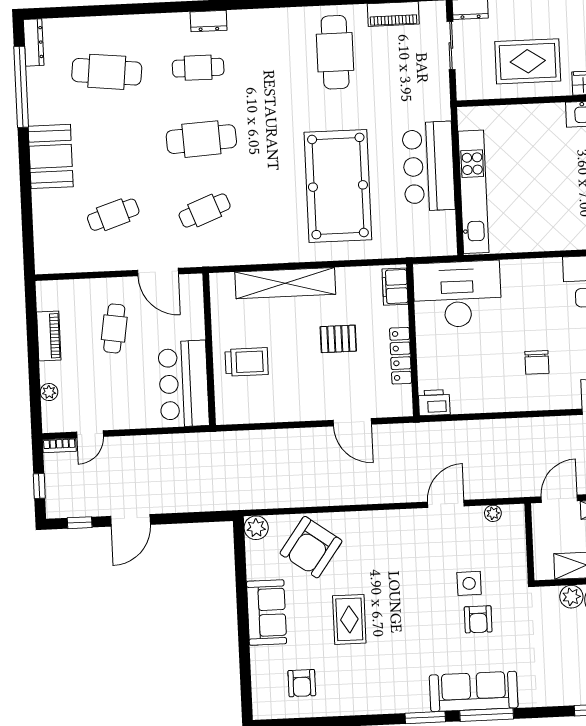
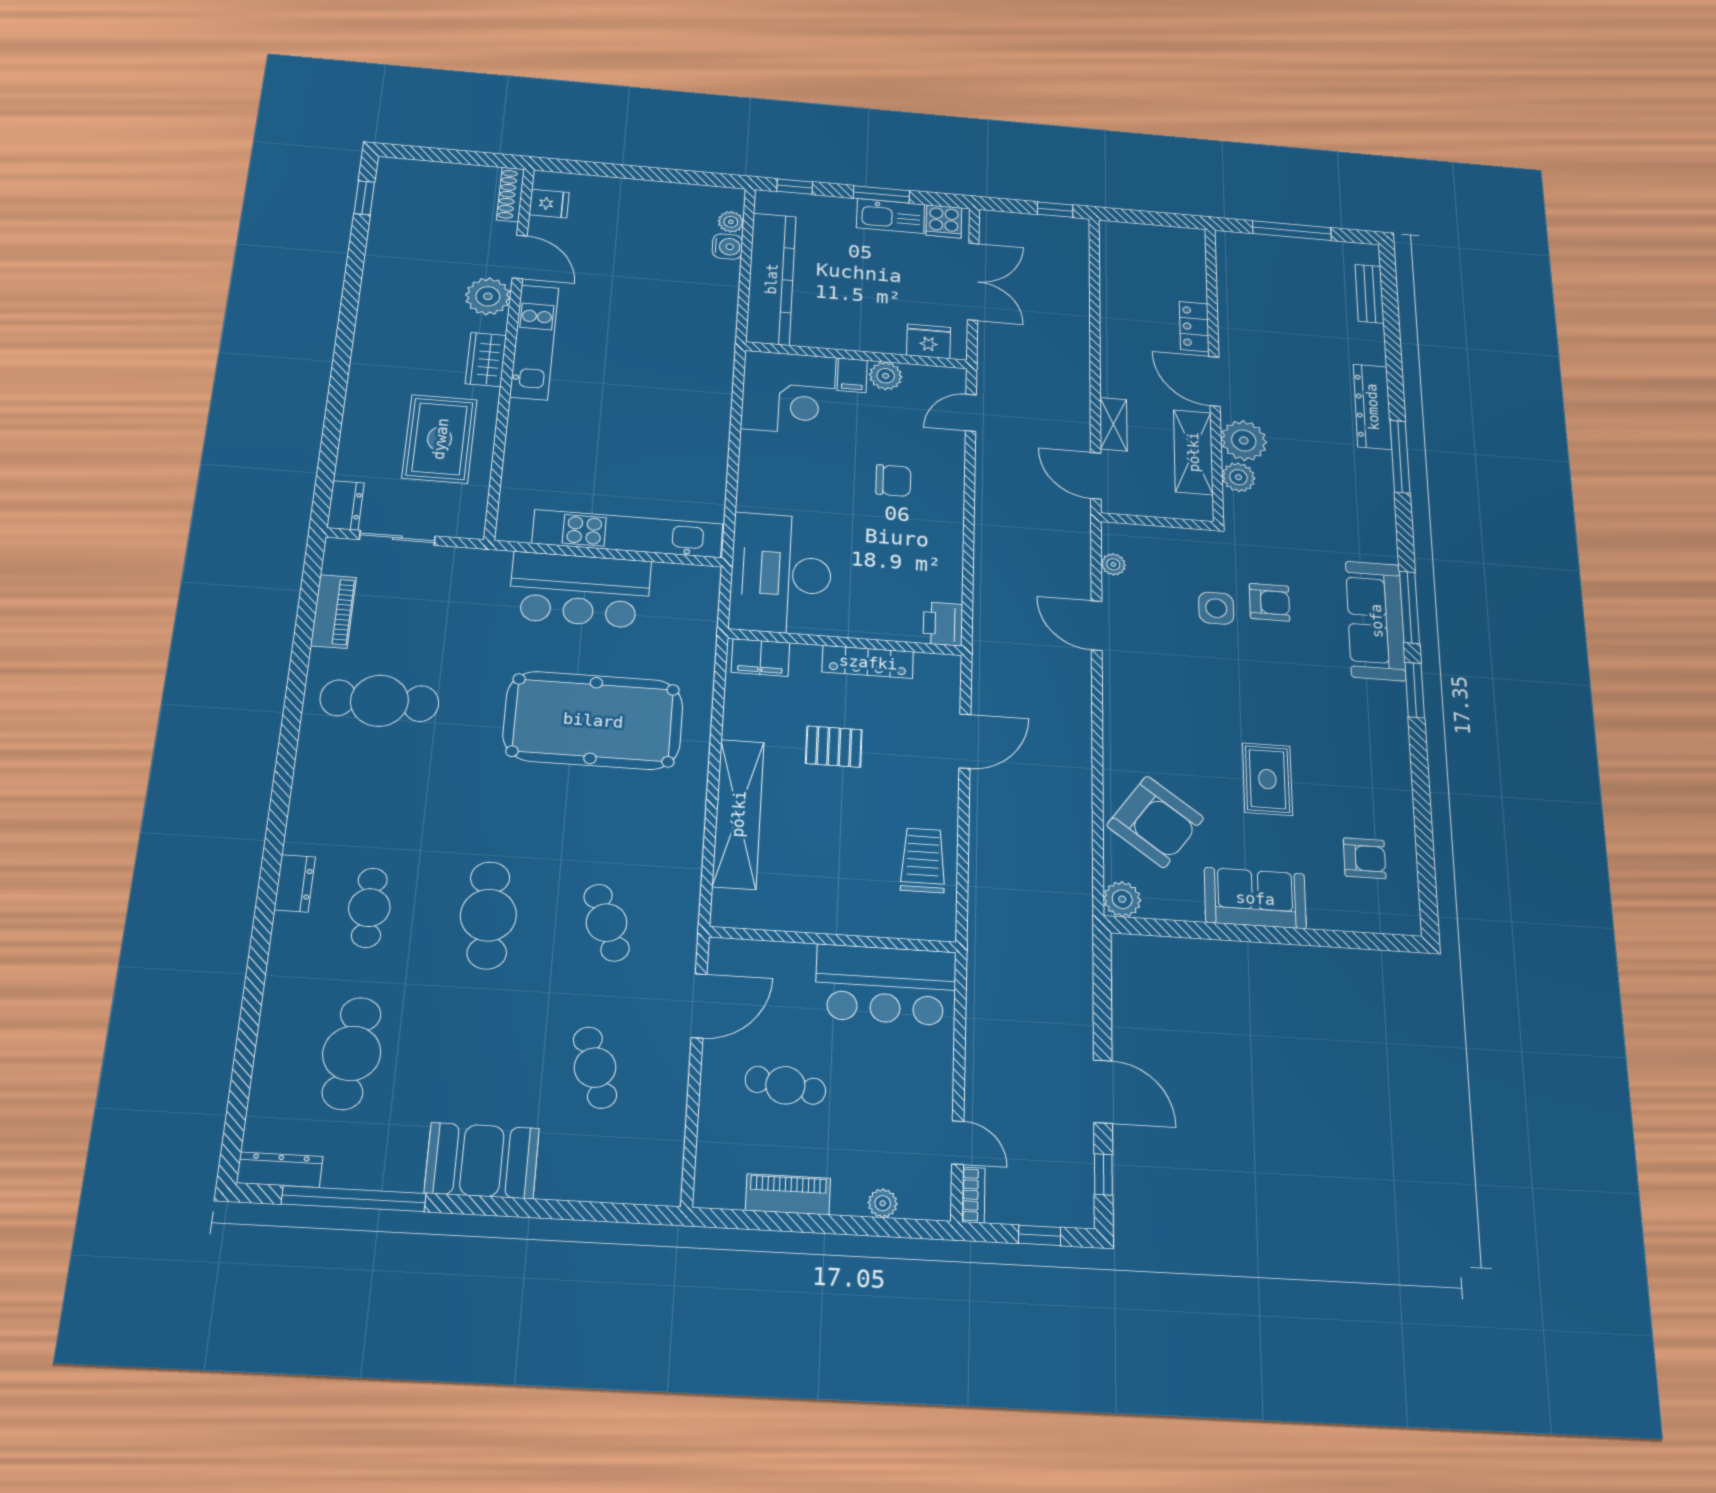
pallet: (338, 339) -> (834, 747), turned 90
trolley: (247, 362) -> (923, 860), moved
rug: (349, 619) -> (1267, 779), turned 90

